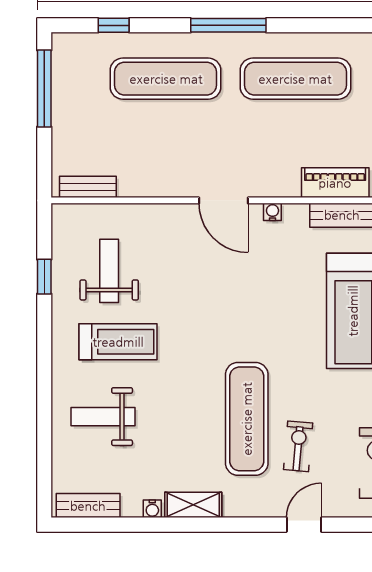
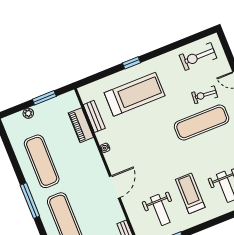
door: (223, 200) -> (115, 187), moved
weight bench: (109, 271) -> (160, 210), turned -90

